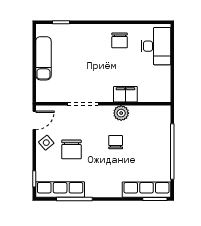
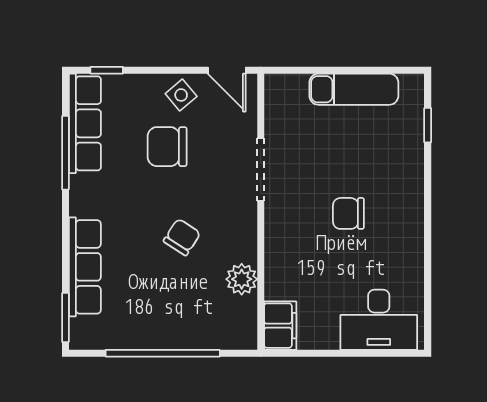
chair: (120, 40) -> (348, 213), moved
filing cabinet: (125, 94) -> (280, 326), moved
plant: (121, 113) -> (242, 279), moved
chair: (116, 142) -> (182, 237), turned -57
row of seats: (147, 190) -> (85, 267), moved

